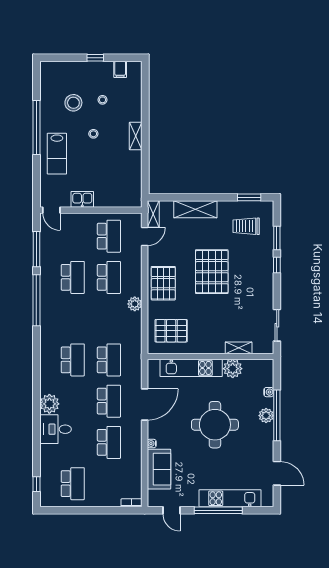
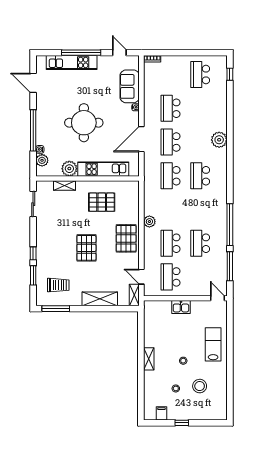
window: (36, 128) -> (230, 366), removed
window: (249, 197) -> (56, 309), width x1.44
kitchen sink: (82, 199) -> (181, 307), moved
door: (145, 236) -> (141, 277), hinge flipped
pallet: (212, 272) -> (86, 248), width x0.73, depth x0.71
pallet: (171, 331) -> (102, 202), moved
plant: (266, 416) -> (42, 160), moved
desk: (55, 429) -> (214, 119), removed

